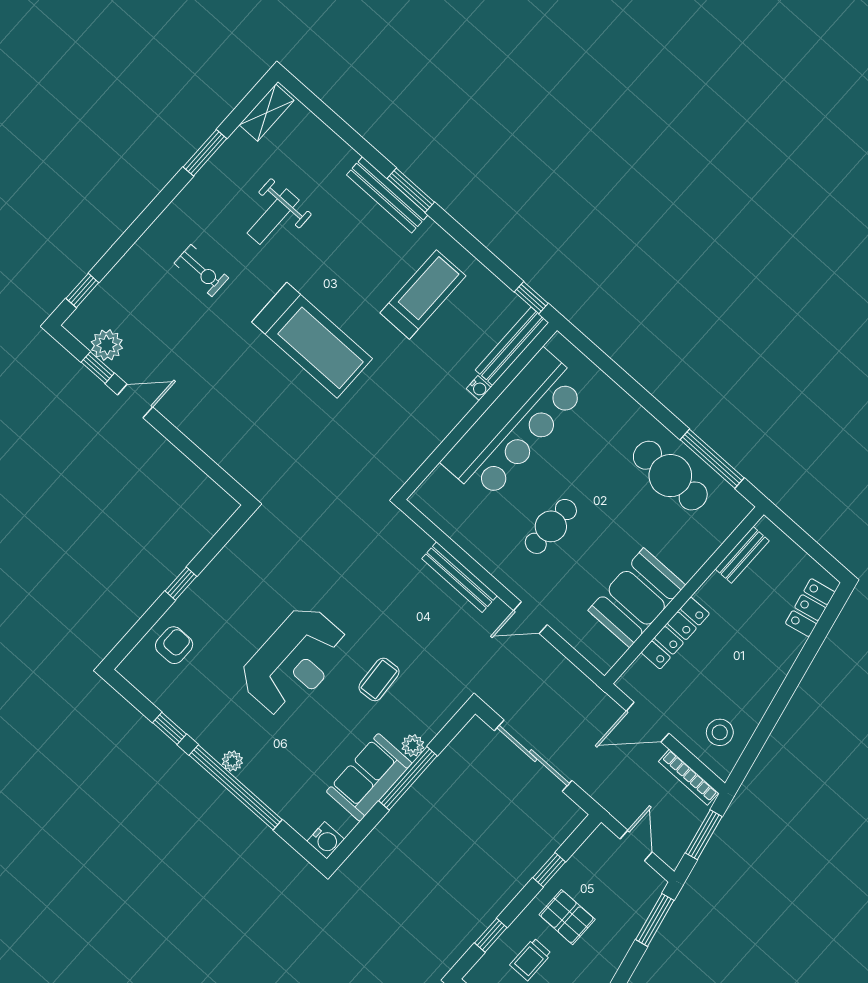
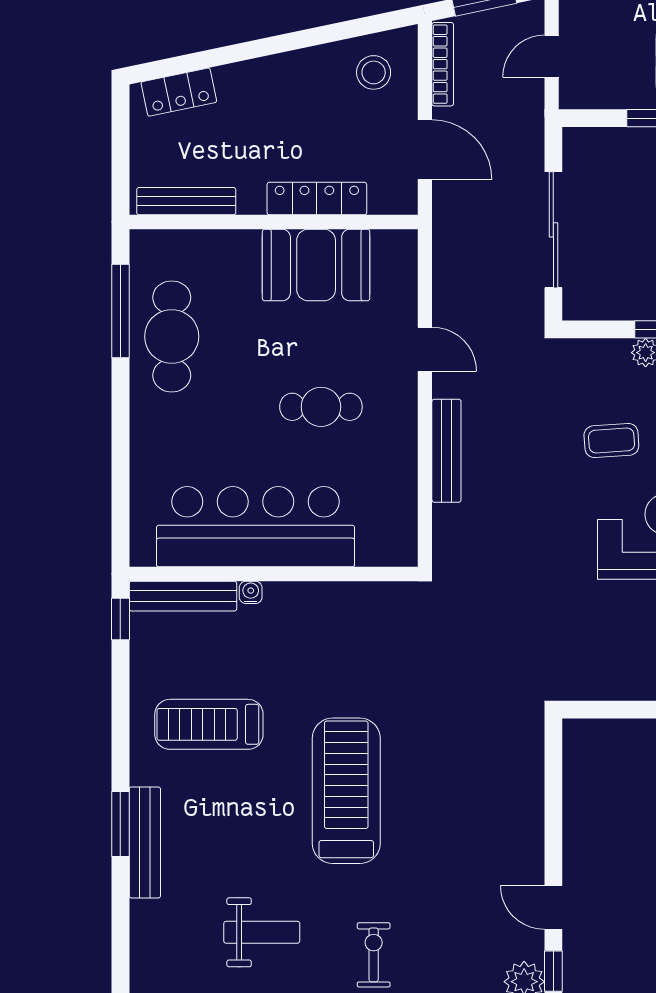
bench: (742, 555) -> (186, 201), width x1.36

